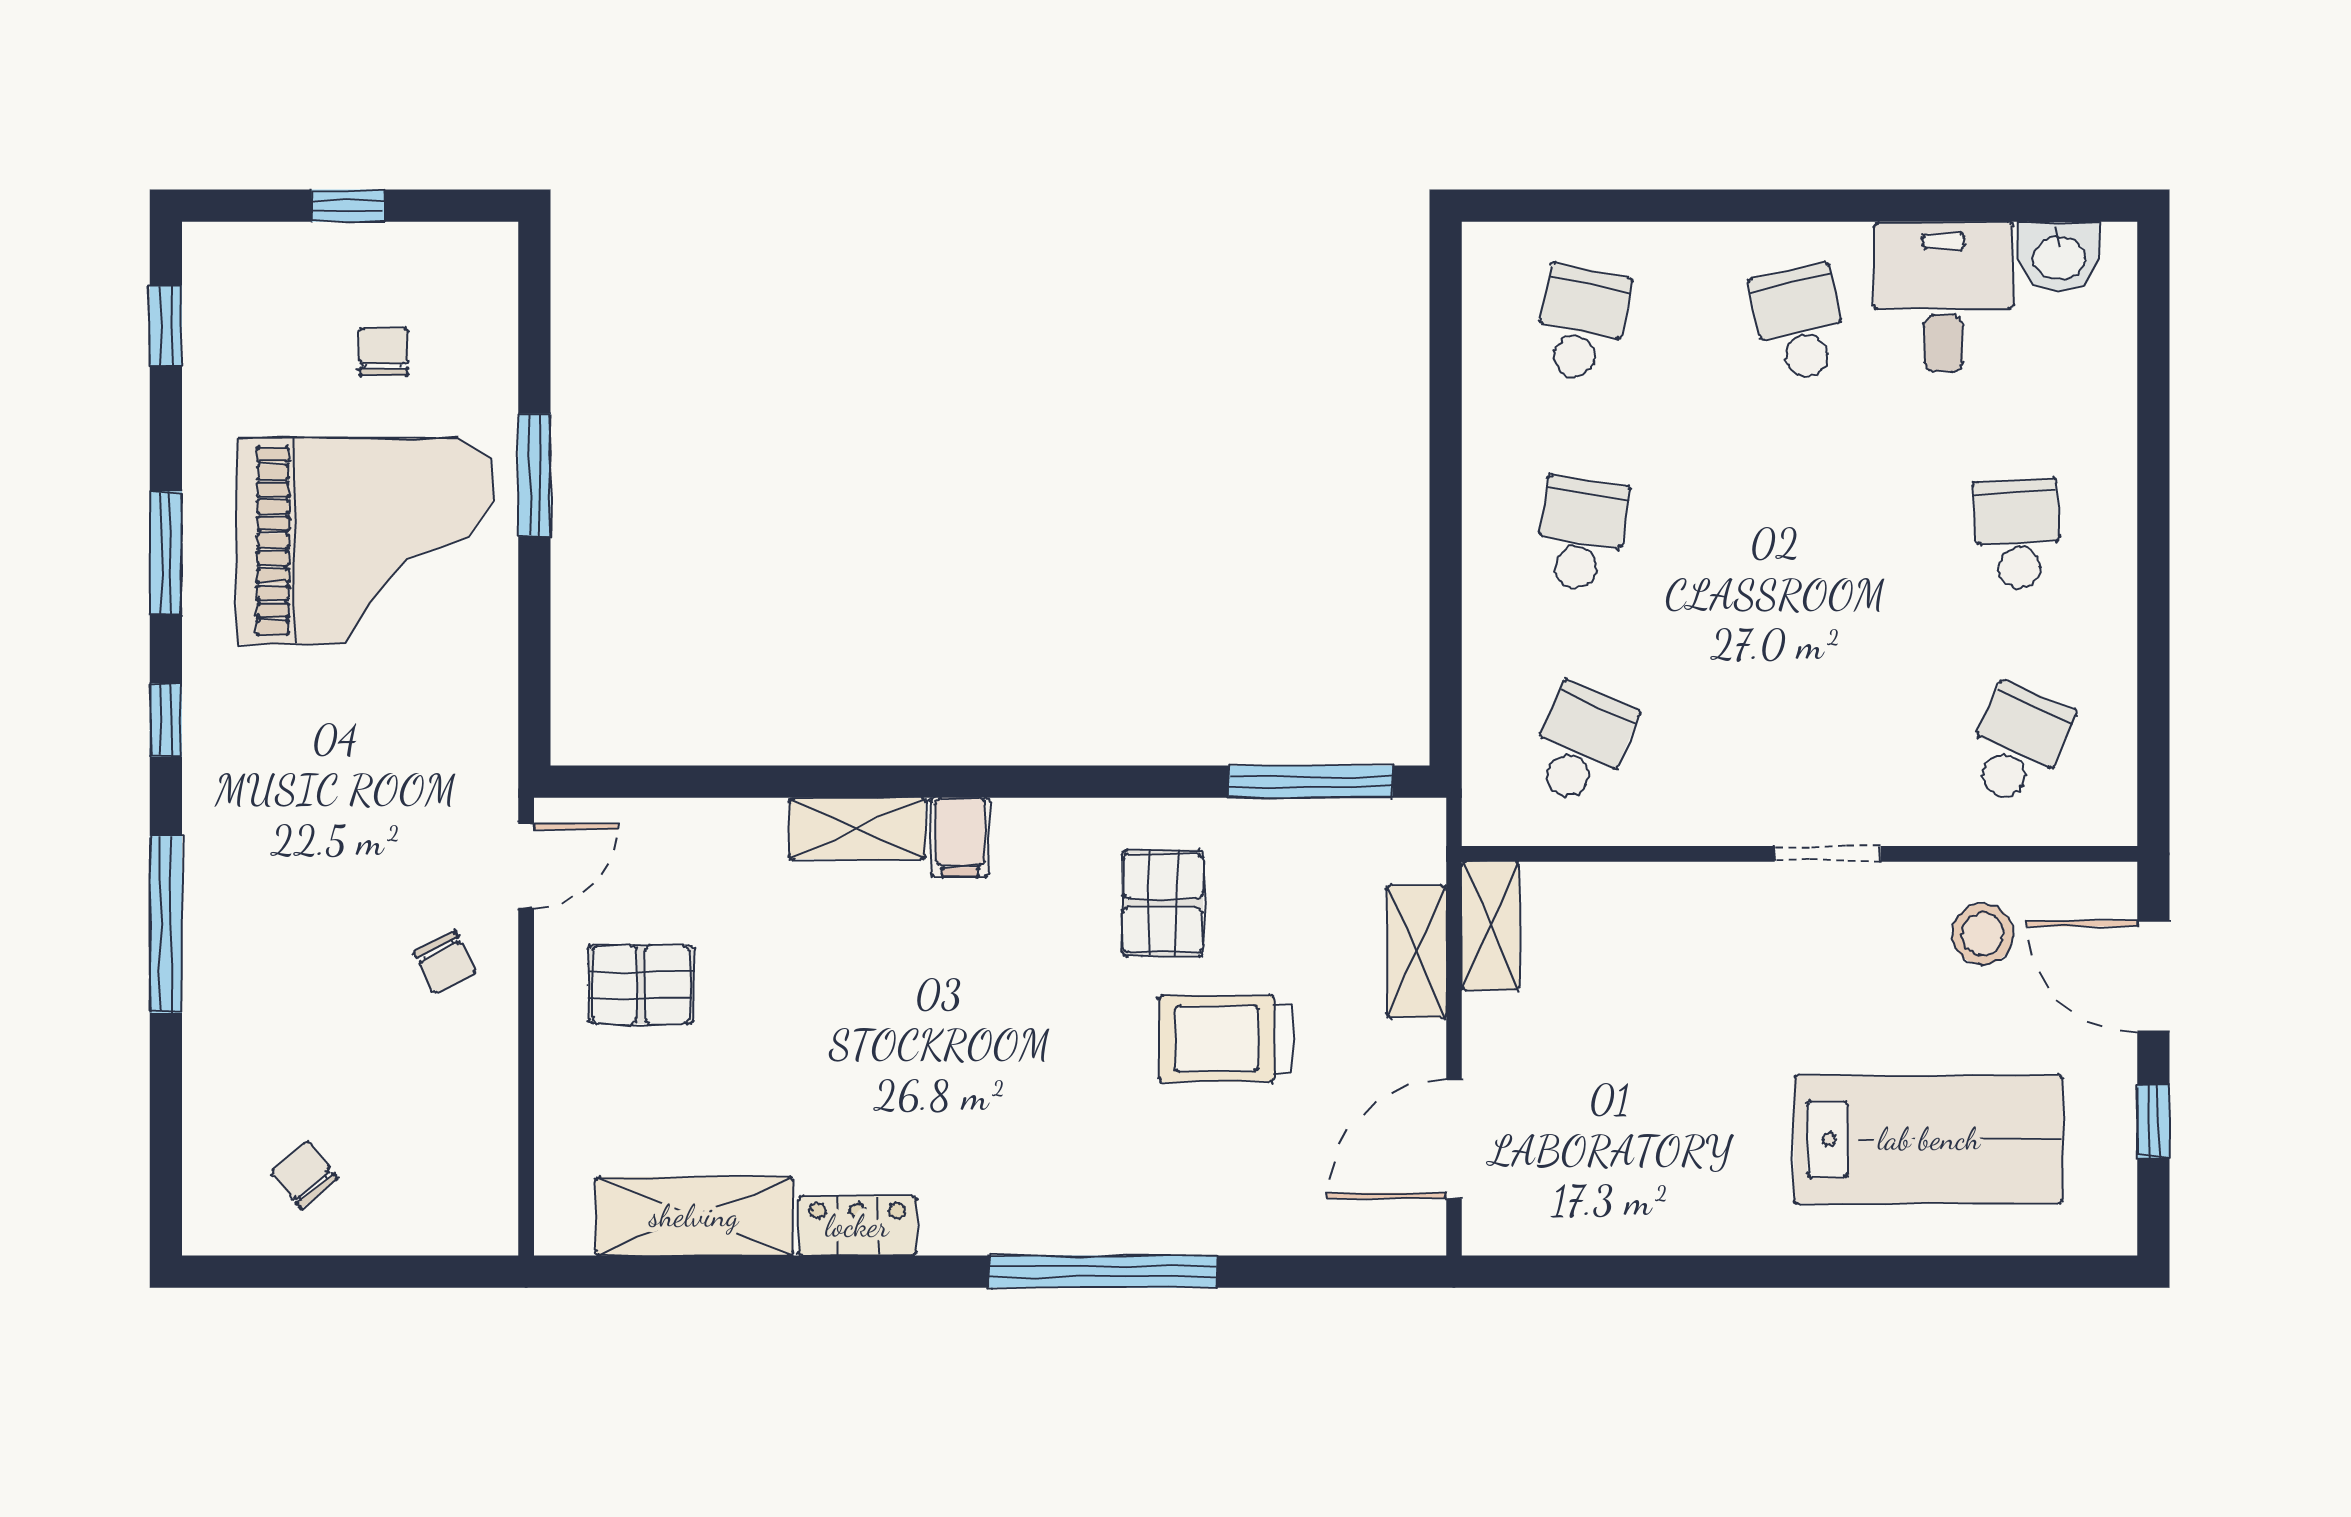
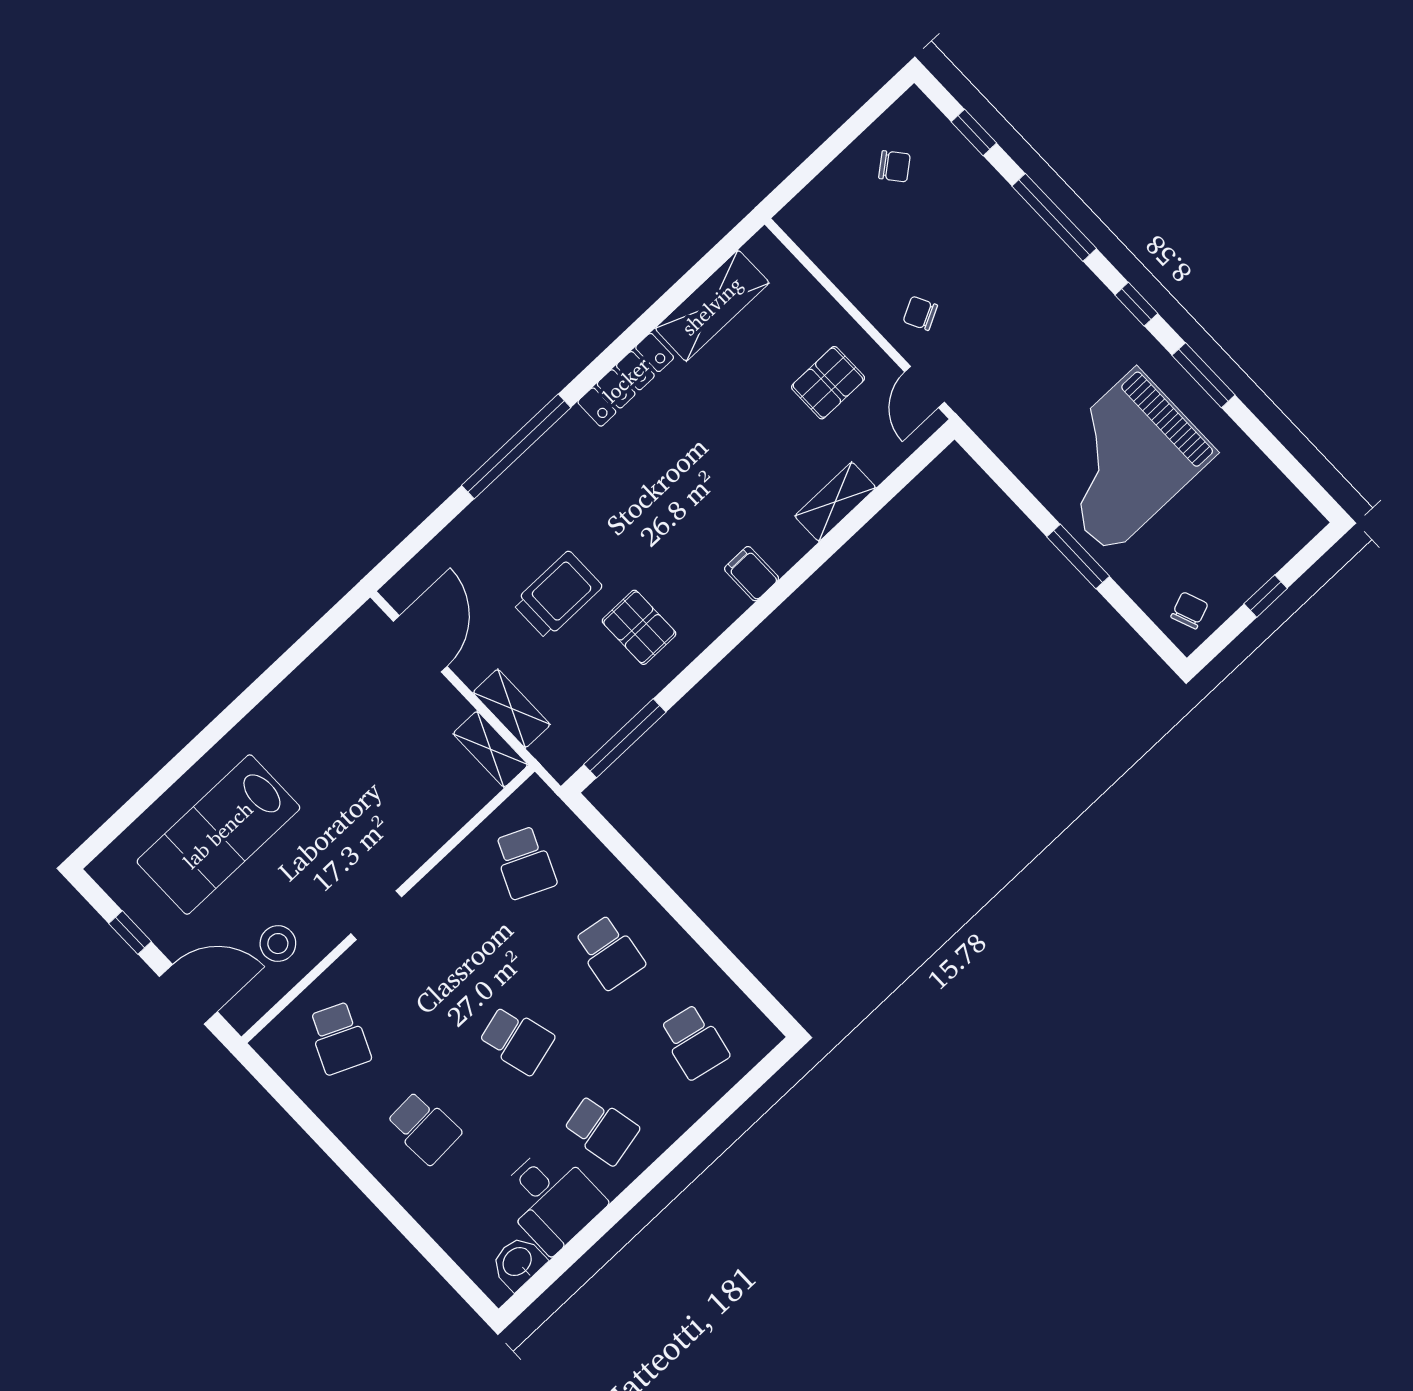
window: (166, 325) -> (974, 132), moved
chair: (384, 351) -> (1189, 610), moved, turned -111
school desk: (1800, 534) -> (517, 1040), added
shelving: (857, 828) -> (835, 502), moved
locker: (857, 1226) -> (626, 380), width x1.53

